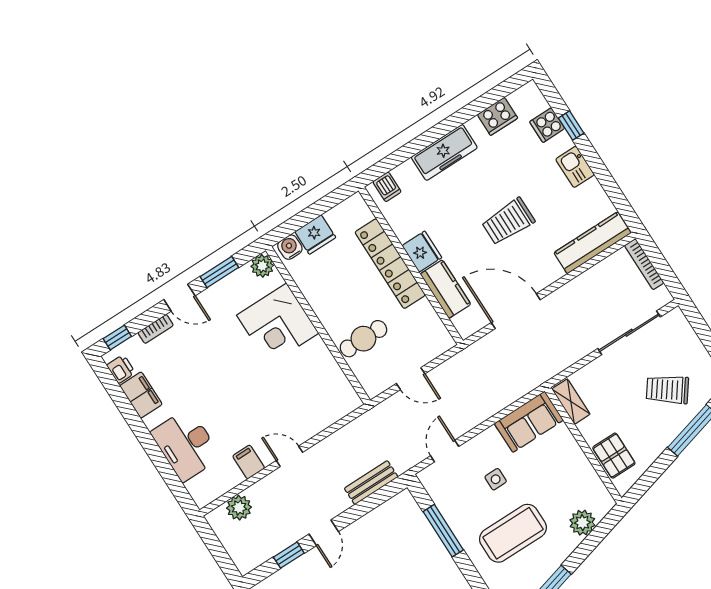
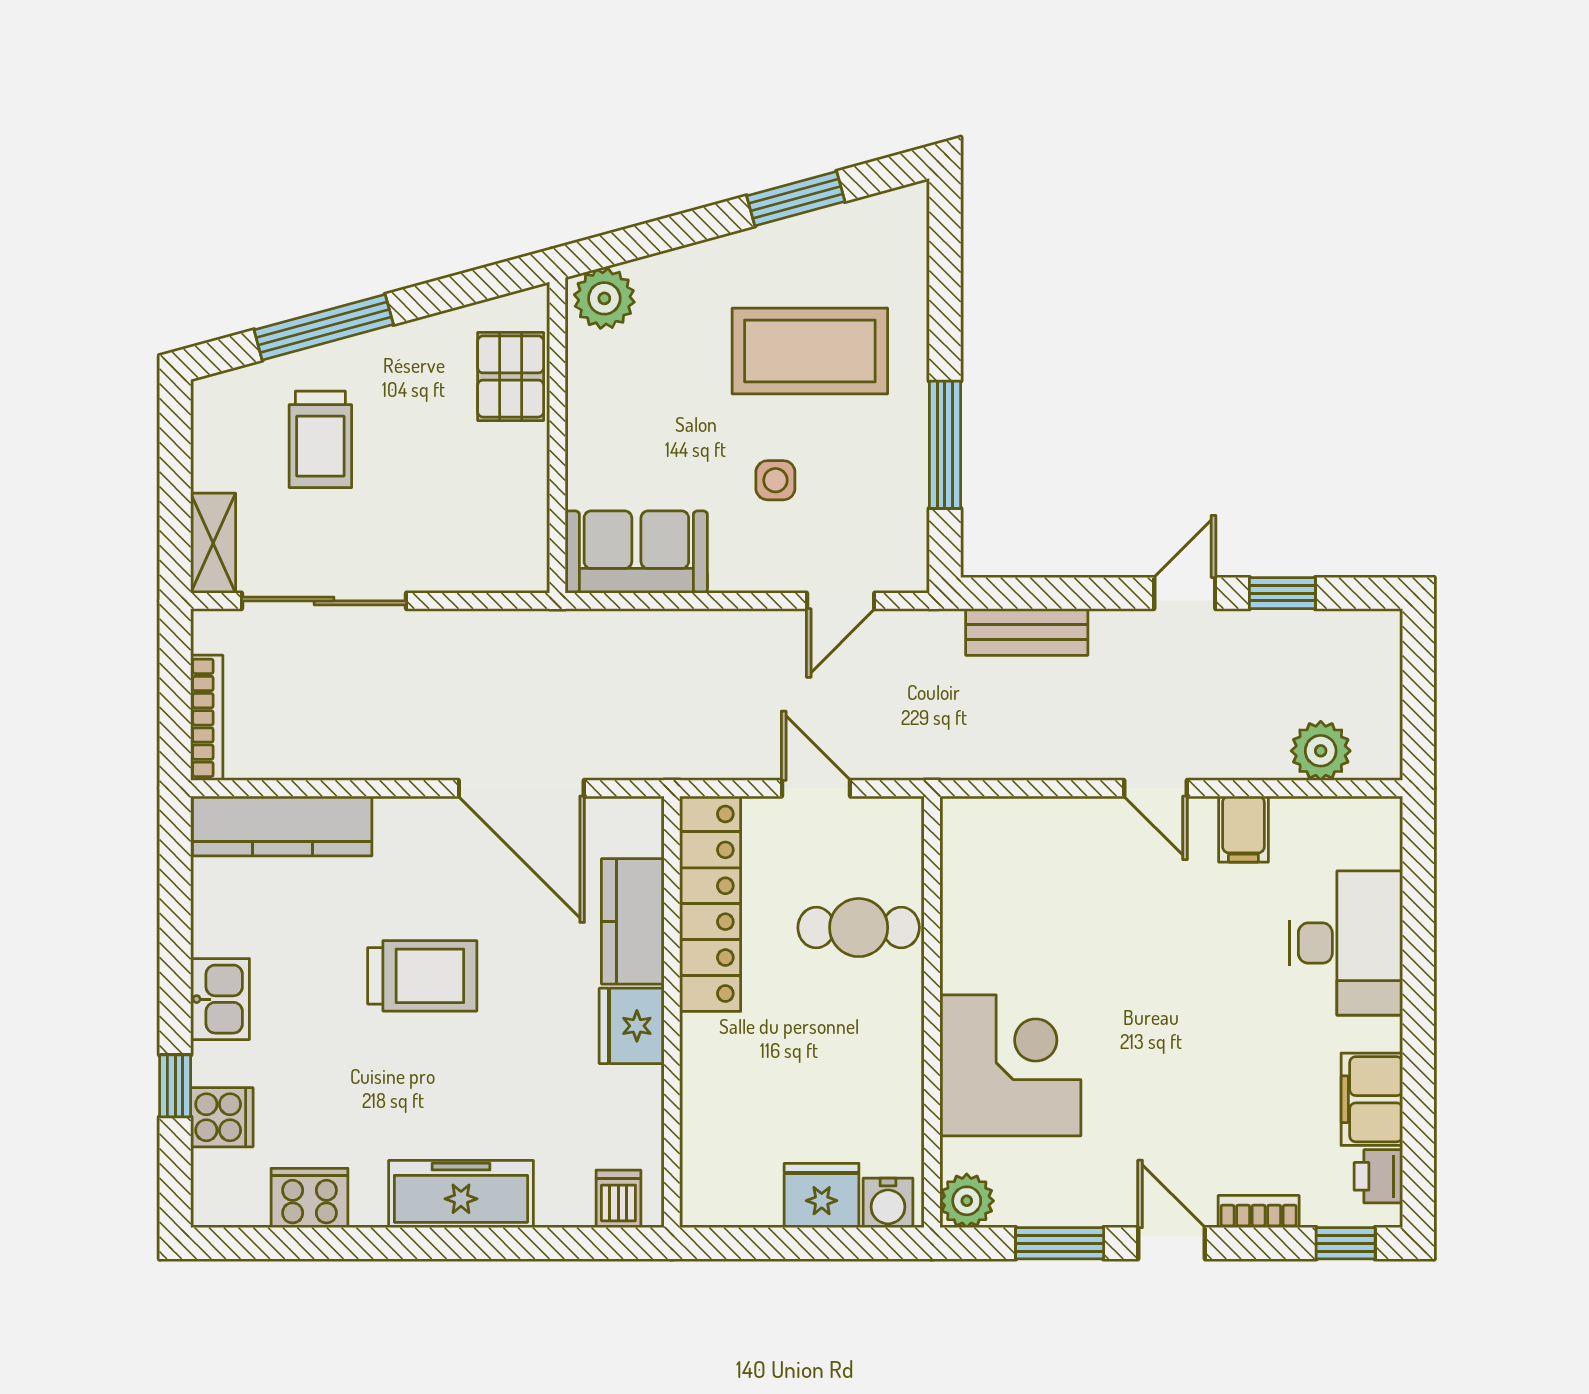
locker: (390, 264) -> (710, 904), moved
trolley: (667, 390) -> (320, 439), turned 54
shelving: (571, 402) -> (213, 543), moved
plant: (582, 523) -> (604, 298), moved

